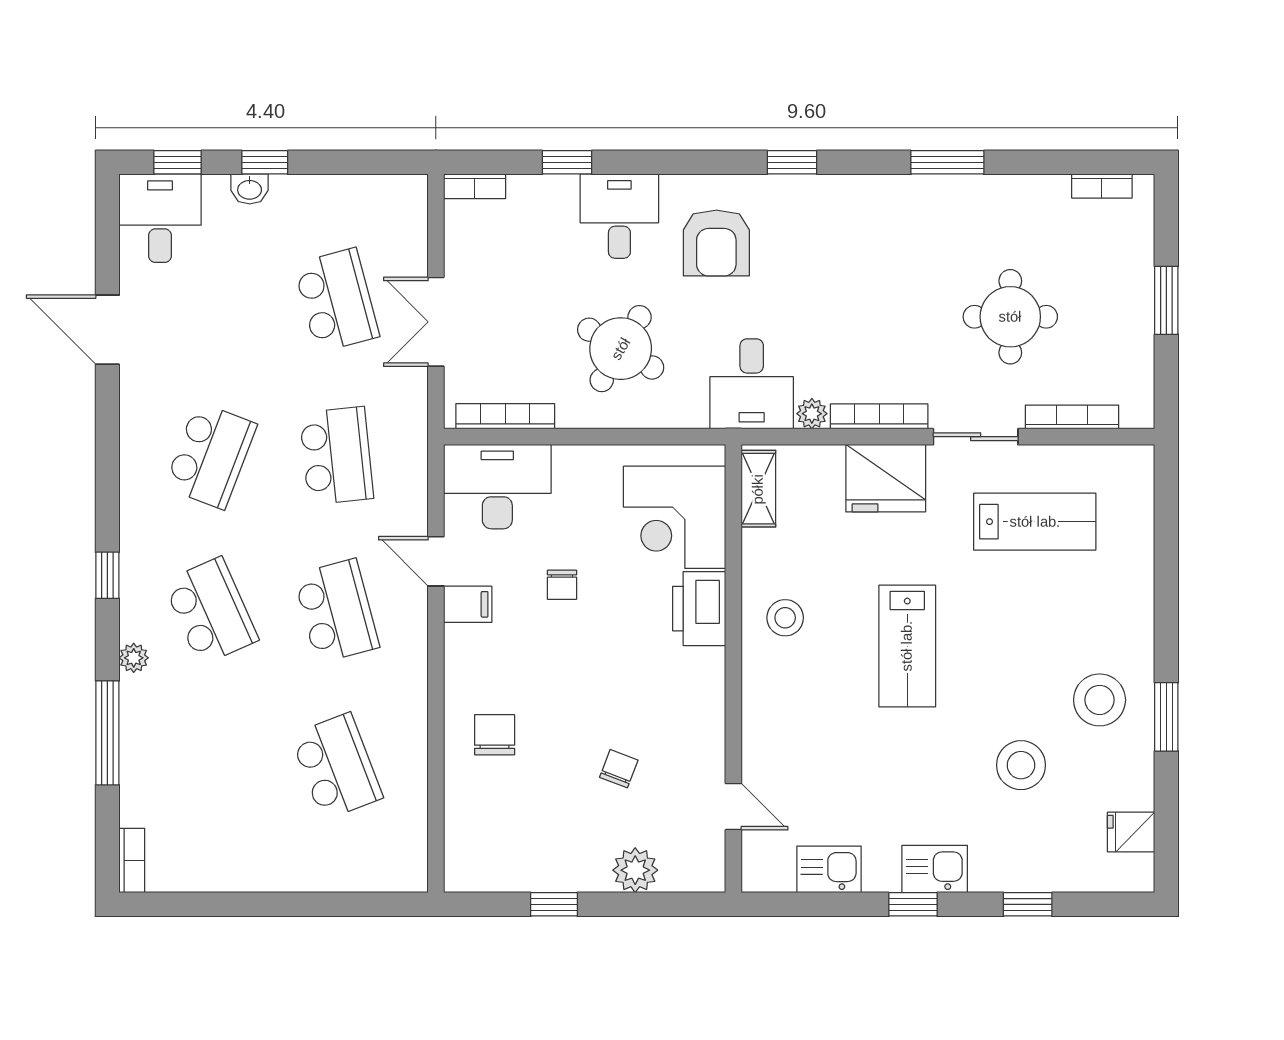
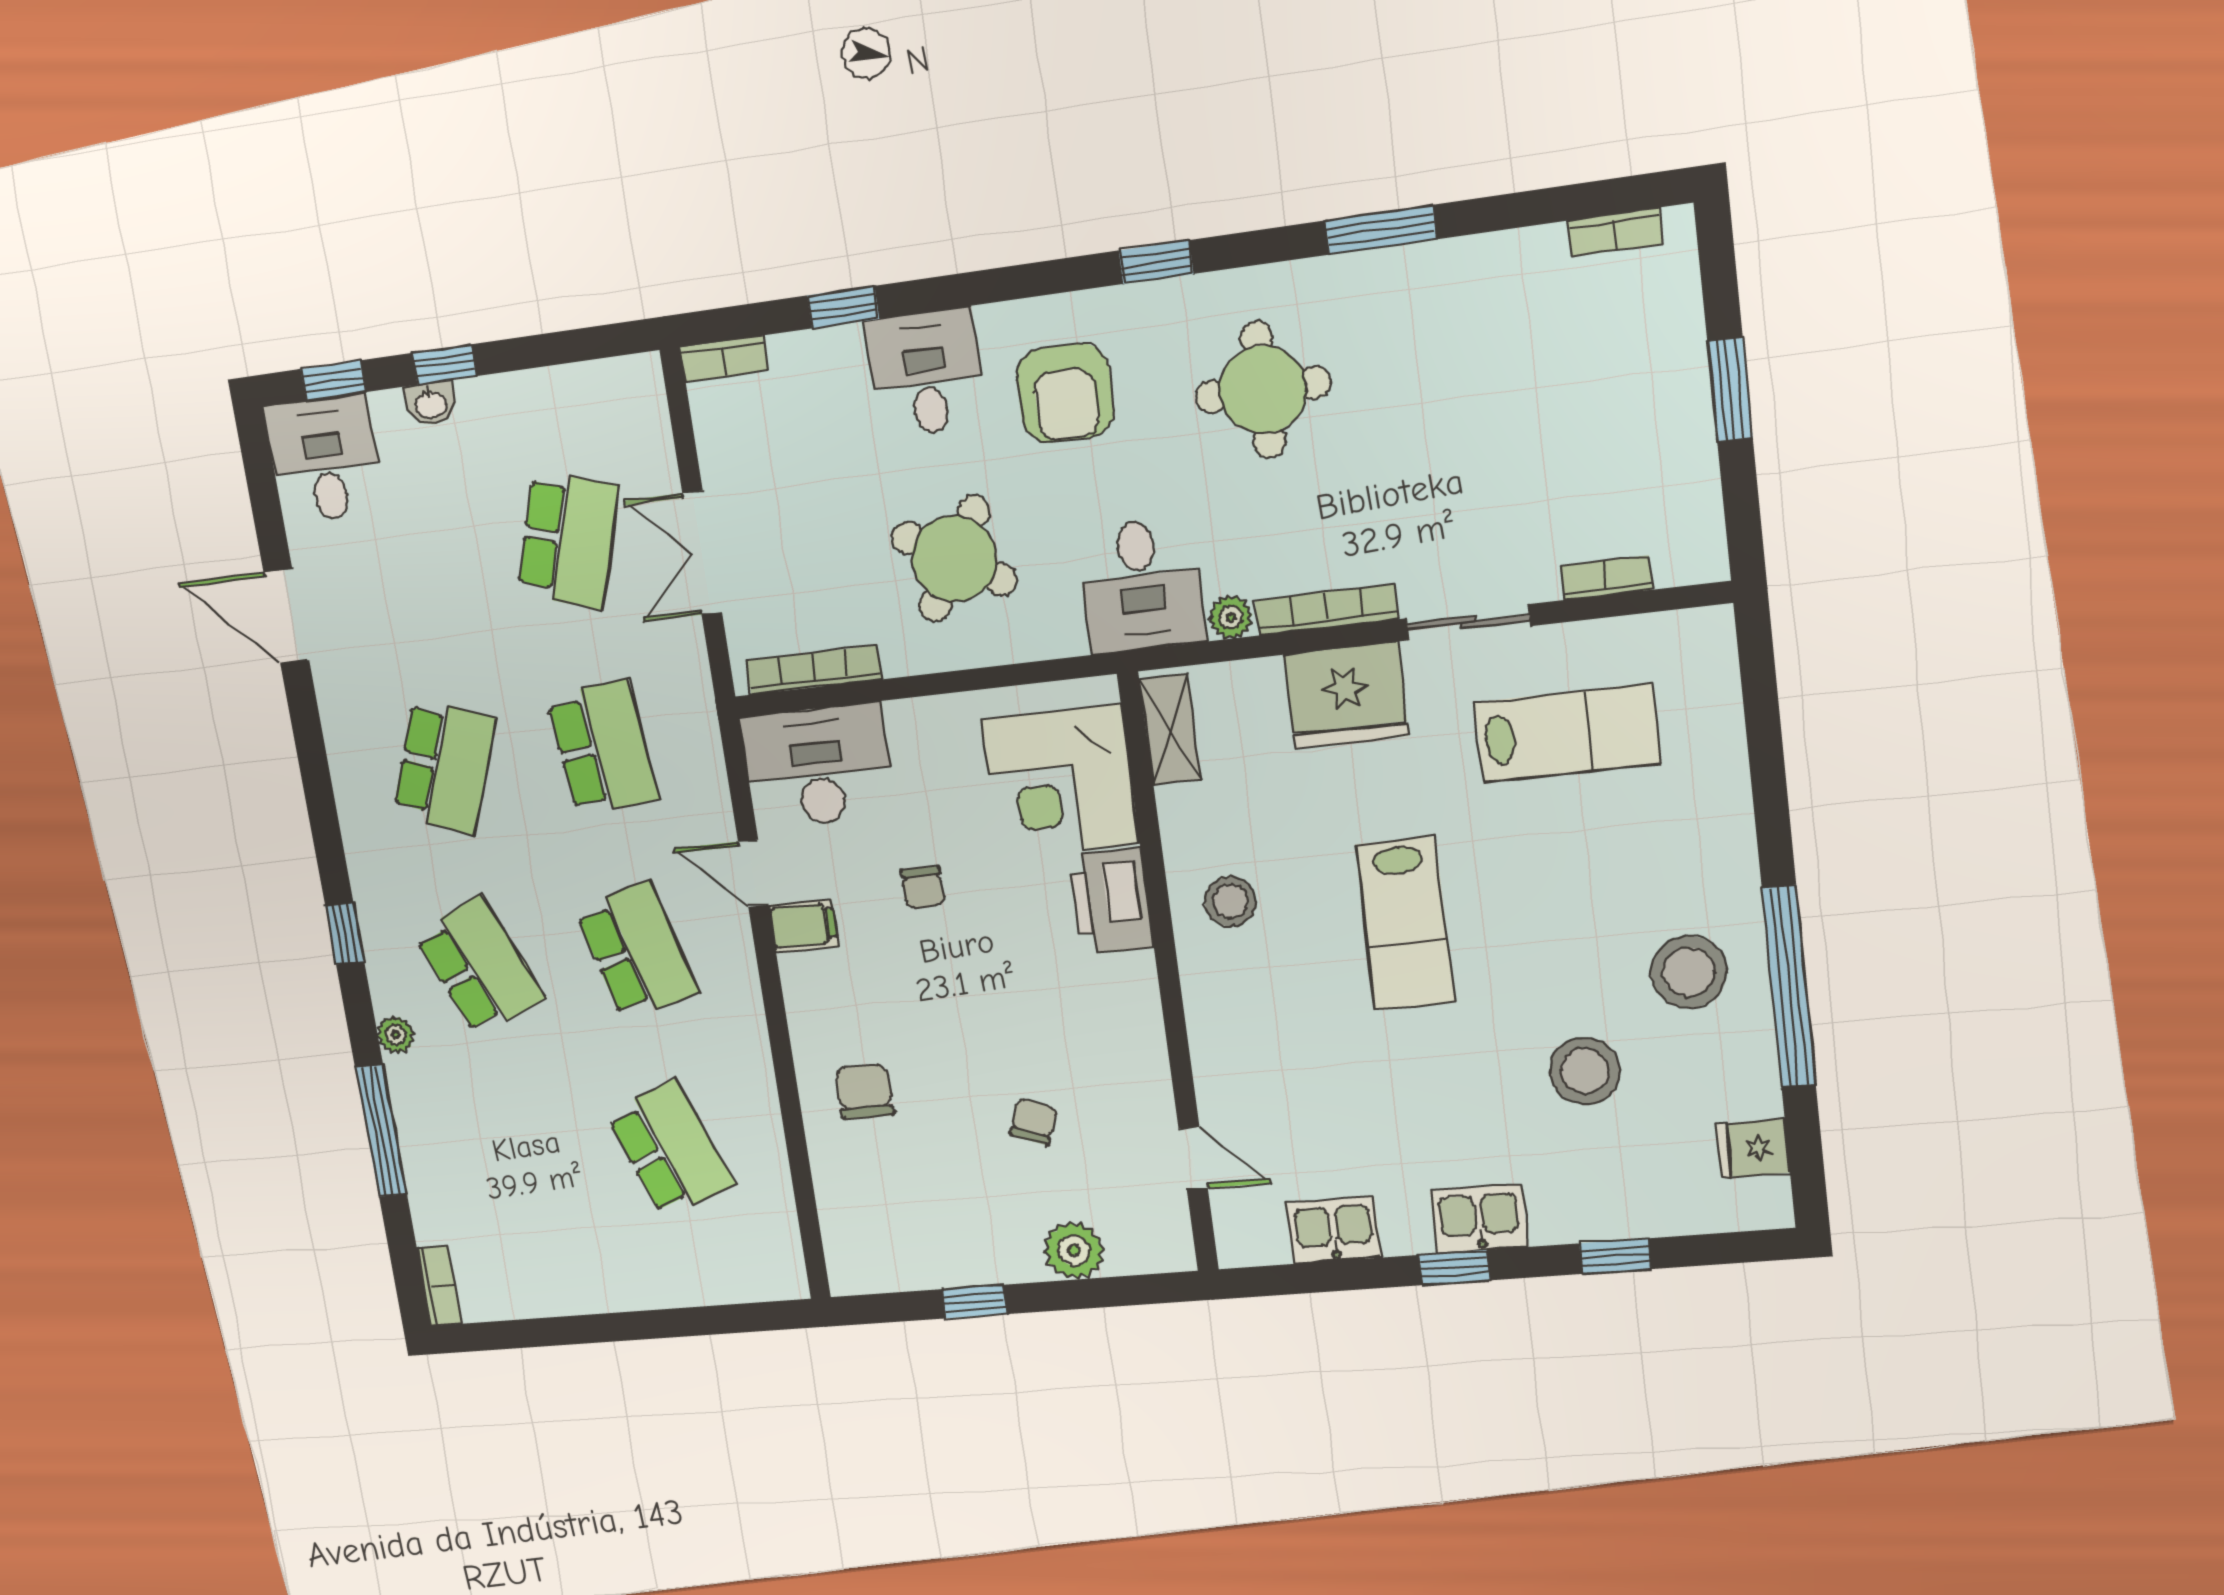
school desk: (336, 300) -> (568, 540), turned 33
round table: (1010, 317) -> (1263, 390), moved
bookcase: (1072, 417) -> (1606, 578), width x0.64
window: (1166, 717) -> (1789, 987), width x2.11

